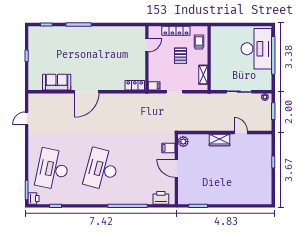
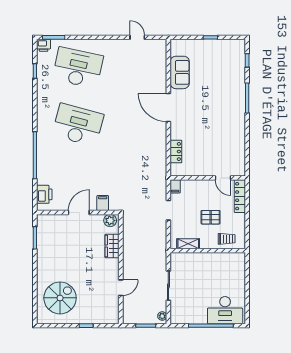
locker: (176, 31) -> (240, 196), moved
desk: (256, 49) -> (225, 310), width x0.73, depth x0.77
locker: (135, 85) -> (176, 152), moved
wardrobe: (220, 140) -> (112, 246), moved
spiral stairs: (250, 184) -> (60, 298), added

